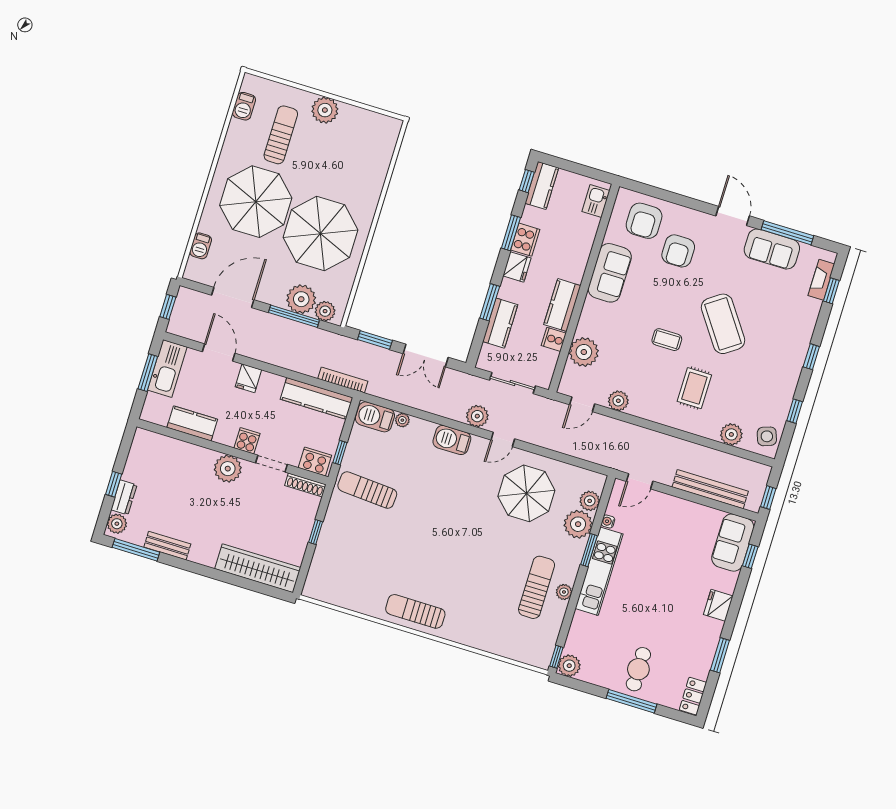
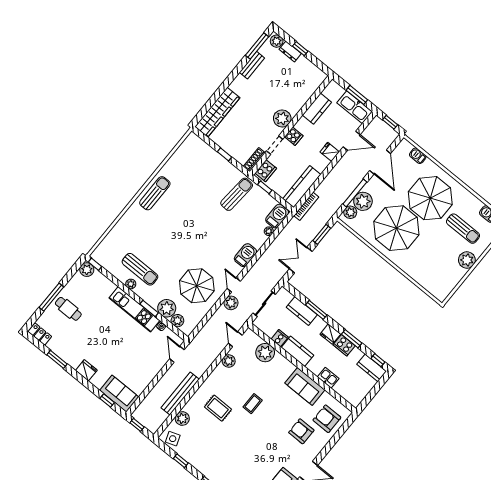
kitchen sink: (596, 201) -> (328, 378), moved
coffee table: (723, 324) -> (248, 440), removed
plant: (477, 416) -> (231, 303), moved
bench: (710, 489) -> (180, 393), moved

